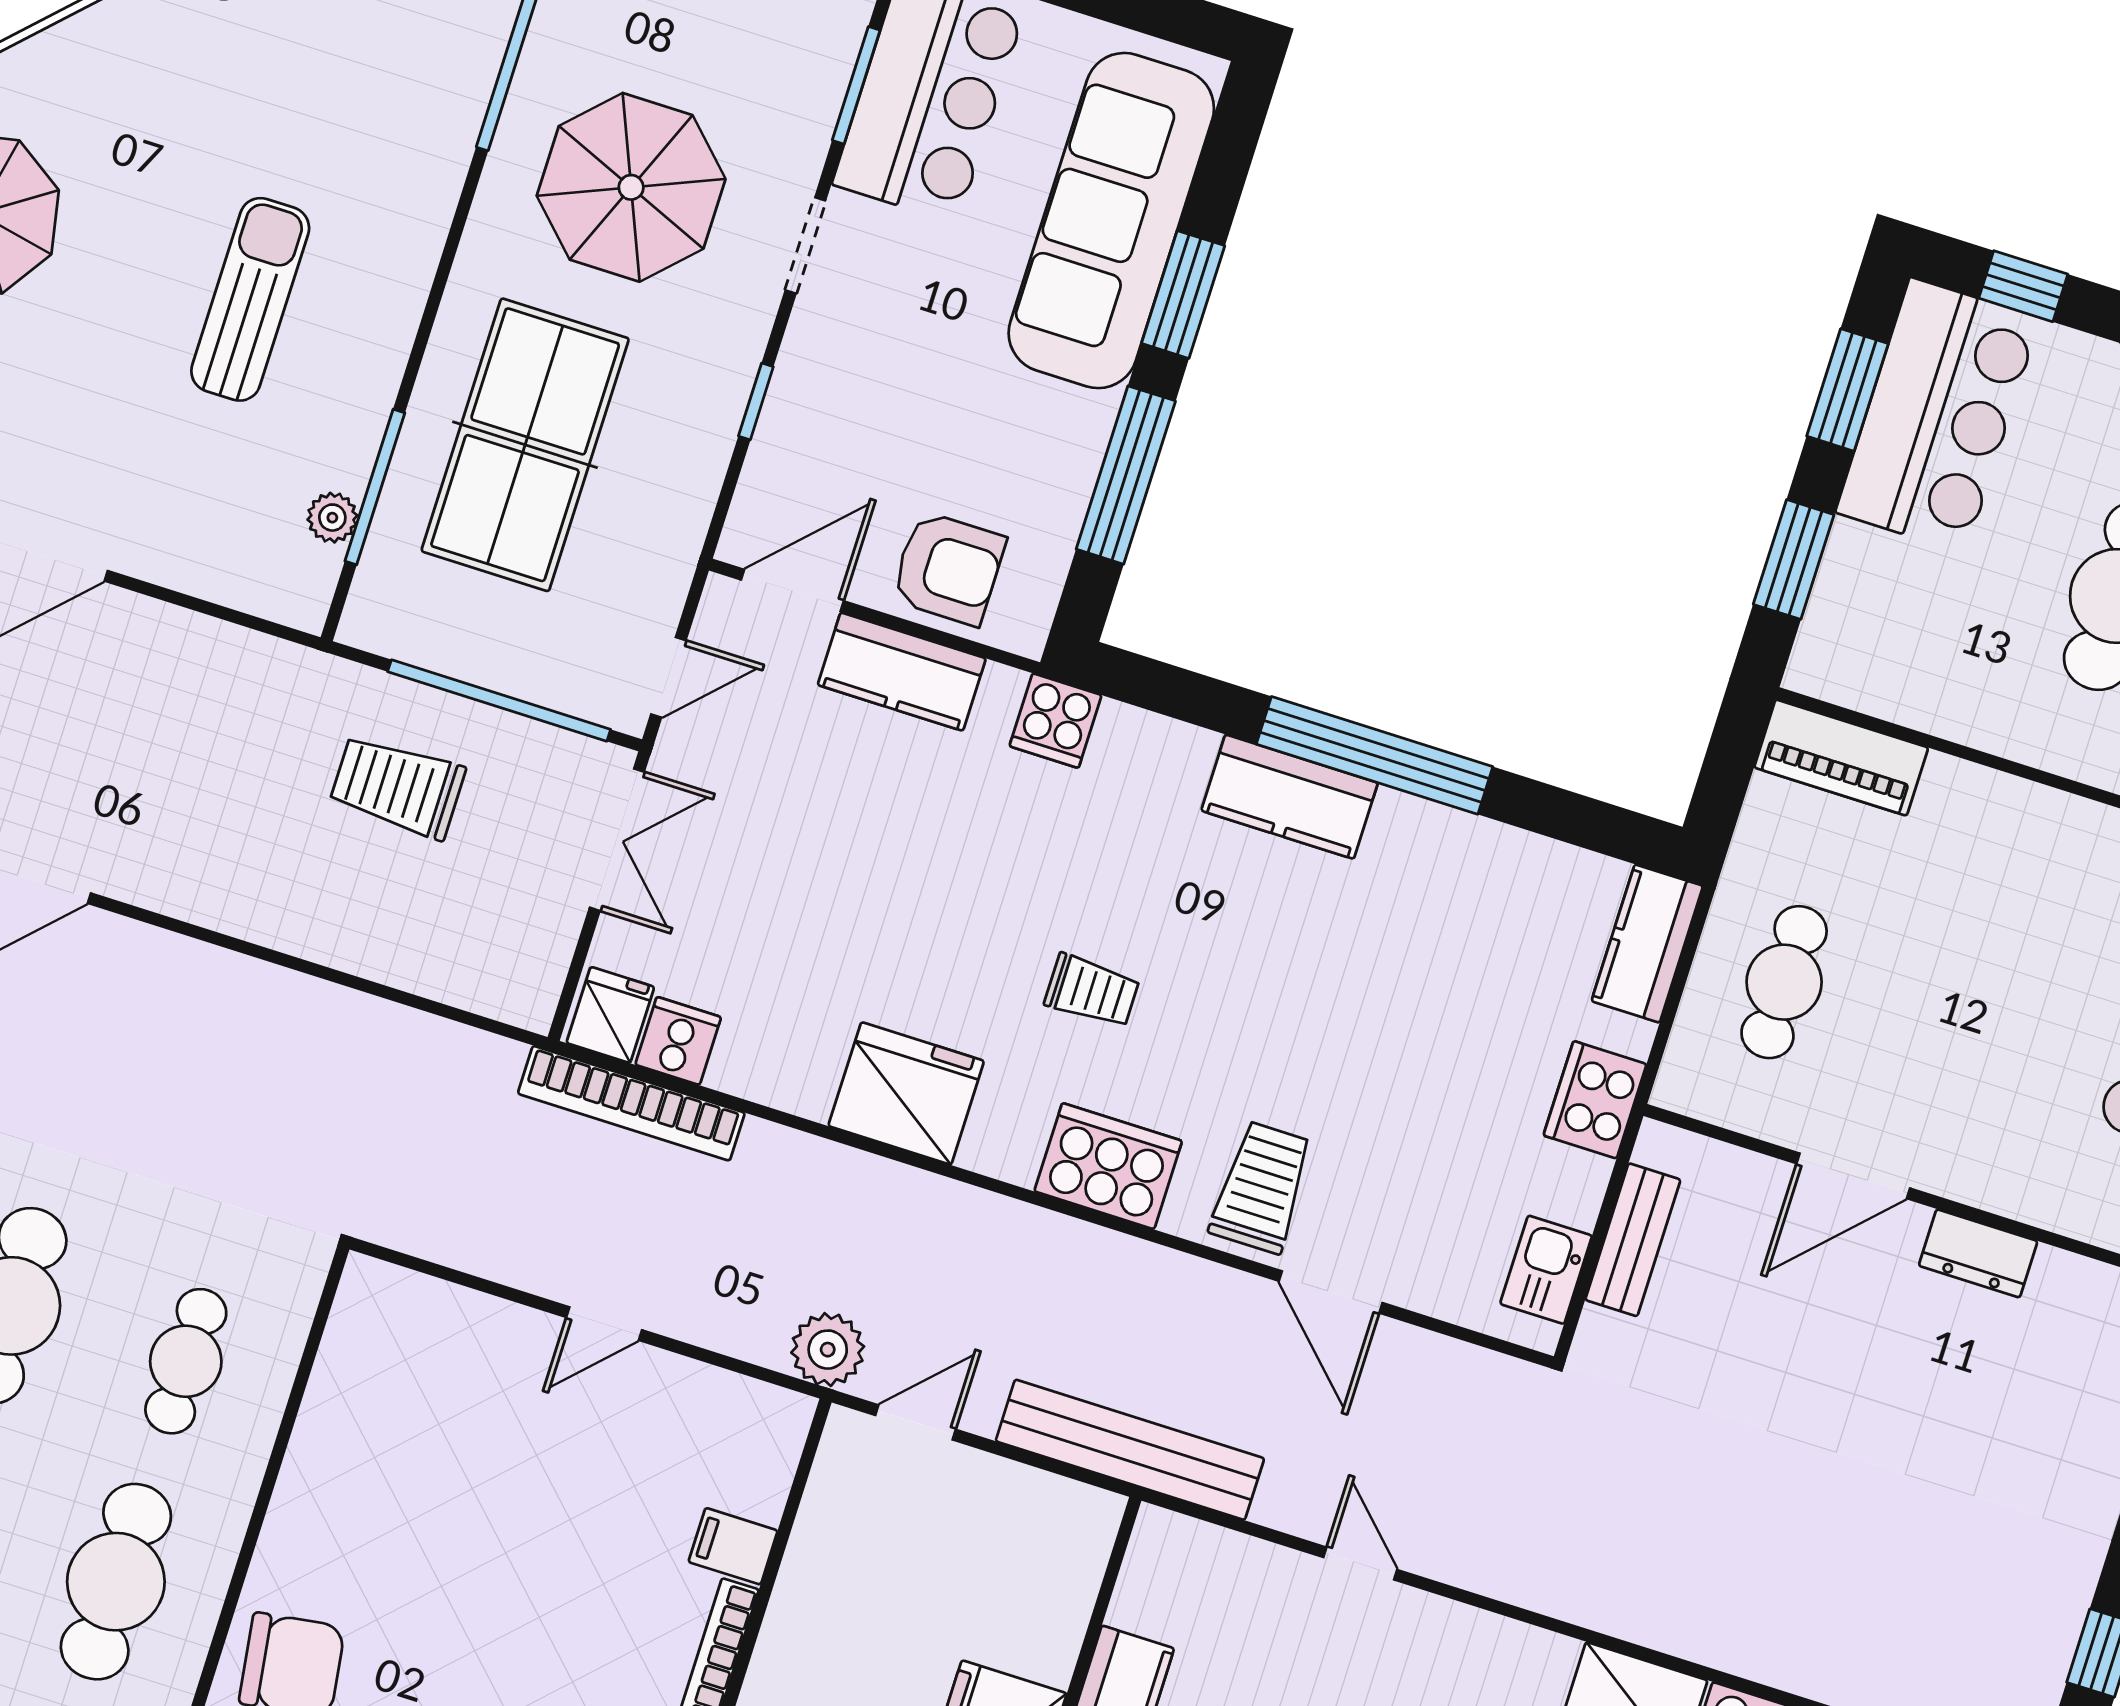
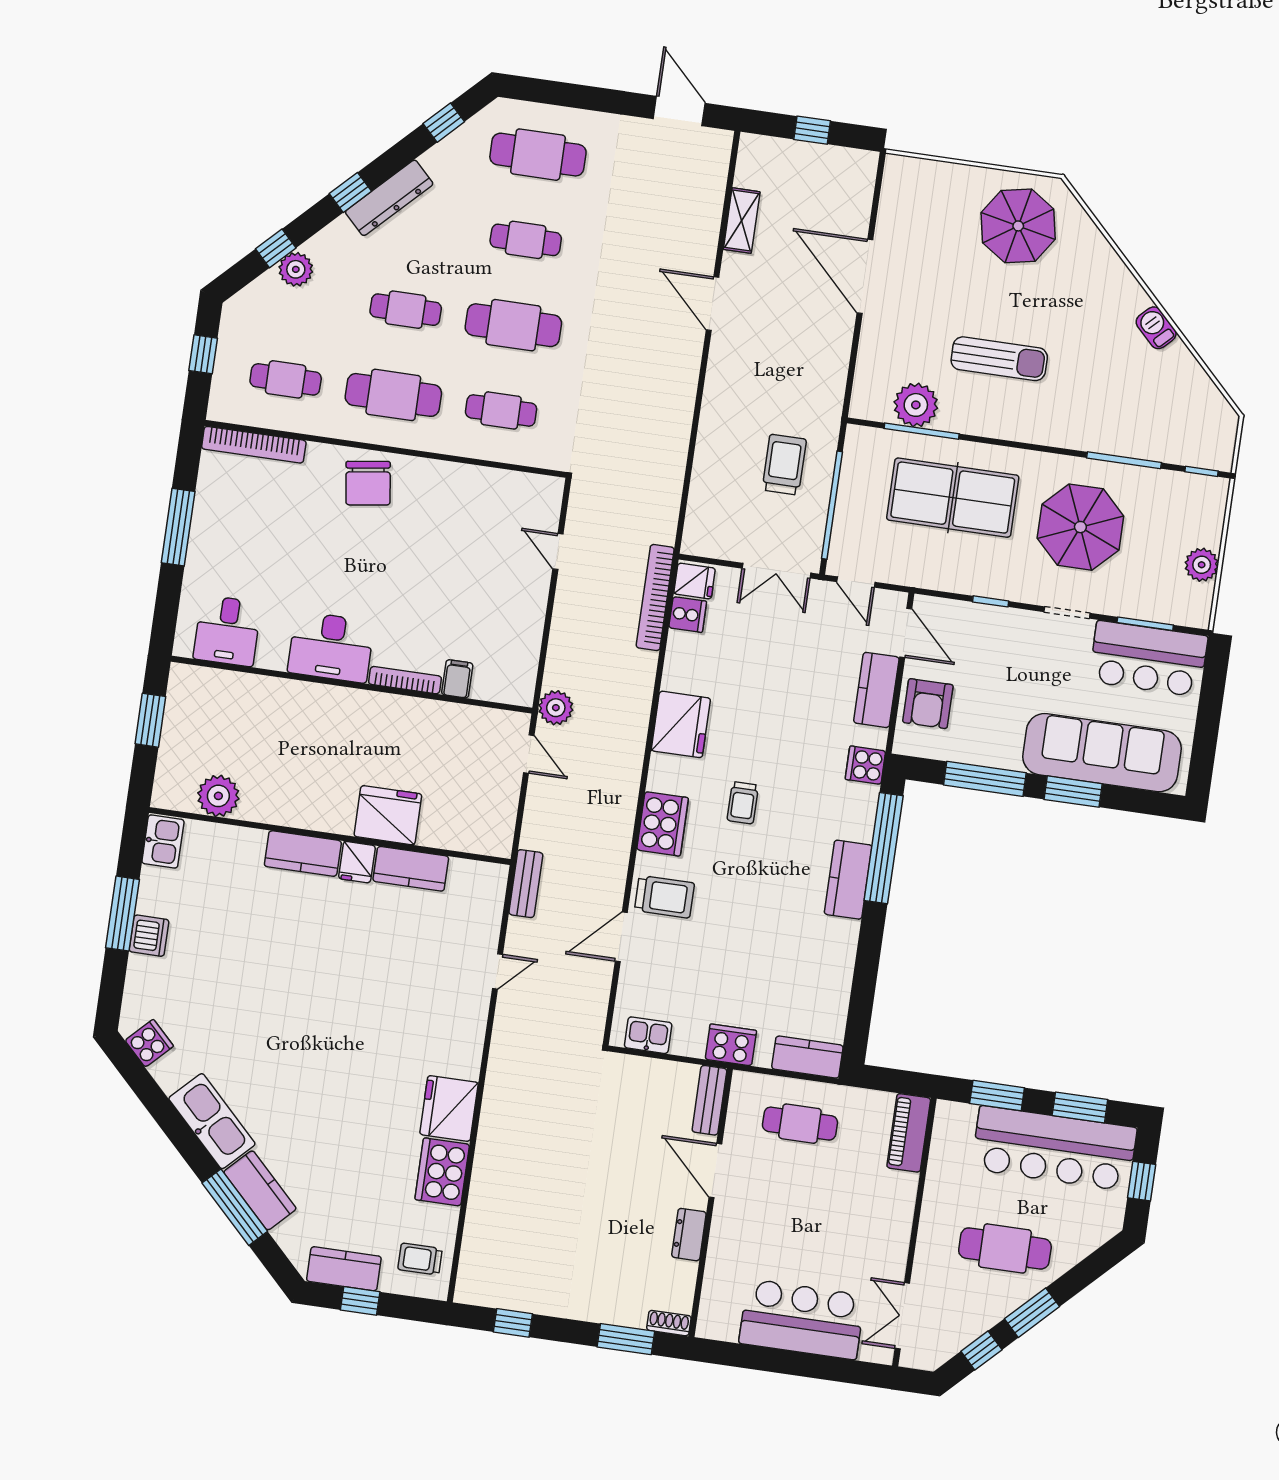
bar counter: (1938, 415) -> (1054, 1148), width x1.36
plant: (332, 518) -> (916, 405), width x1.87, depth x1.87
window: (1375, 755) -> (884, 848), moved
bench: (1633, 1240) -> (709, 1100), moved, turned 90
door: (604, 1324) -> (558, 551), moved
bench: (1130, 1450) -> (526, 884), width x0.54, depth x0.82

